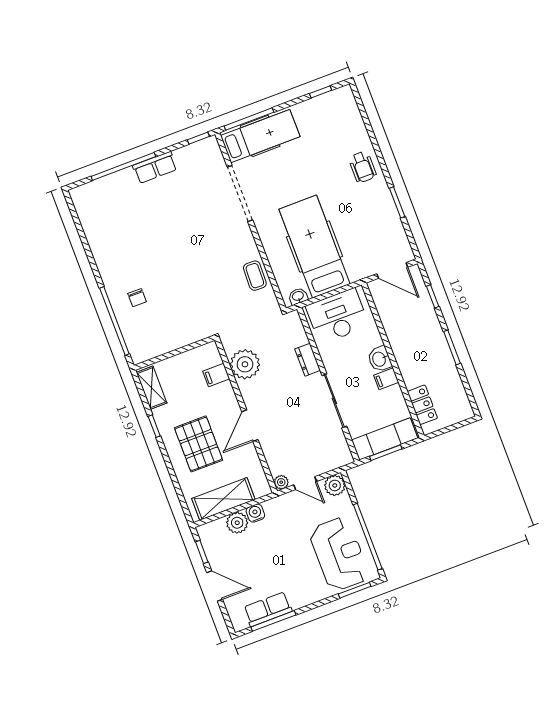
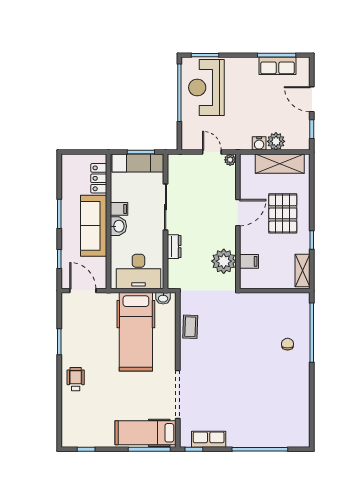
row of seats: (155, 167) -> (209, 439), moved
sofa: (408, 349) -> (94, 226), added
plant: (335, 485) -> (190, 142), removed

